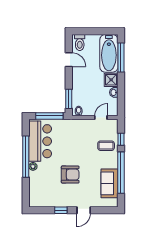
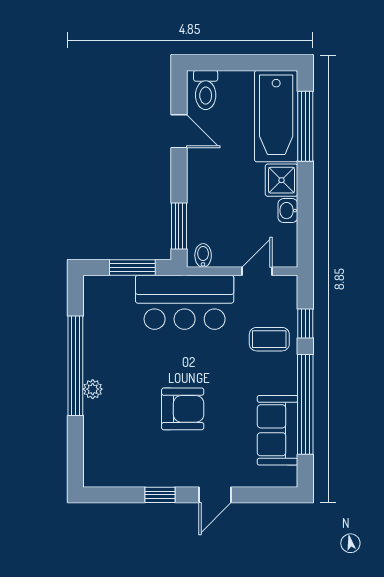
window: (49, 116) -> (132, 267), width x0.69
bar counter: (40, 141) -> (185, 302), moved, turned 90

